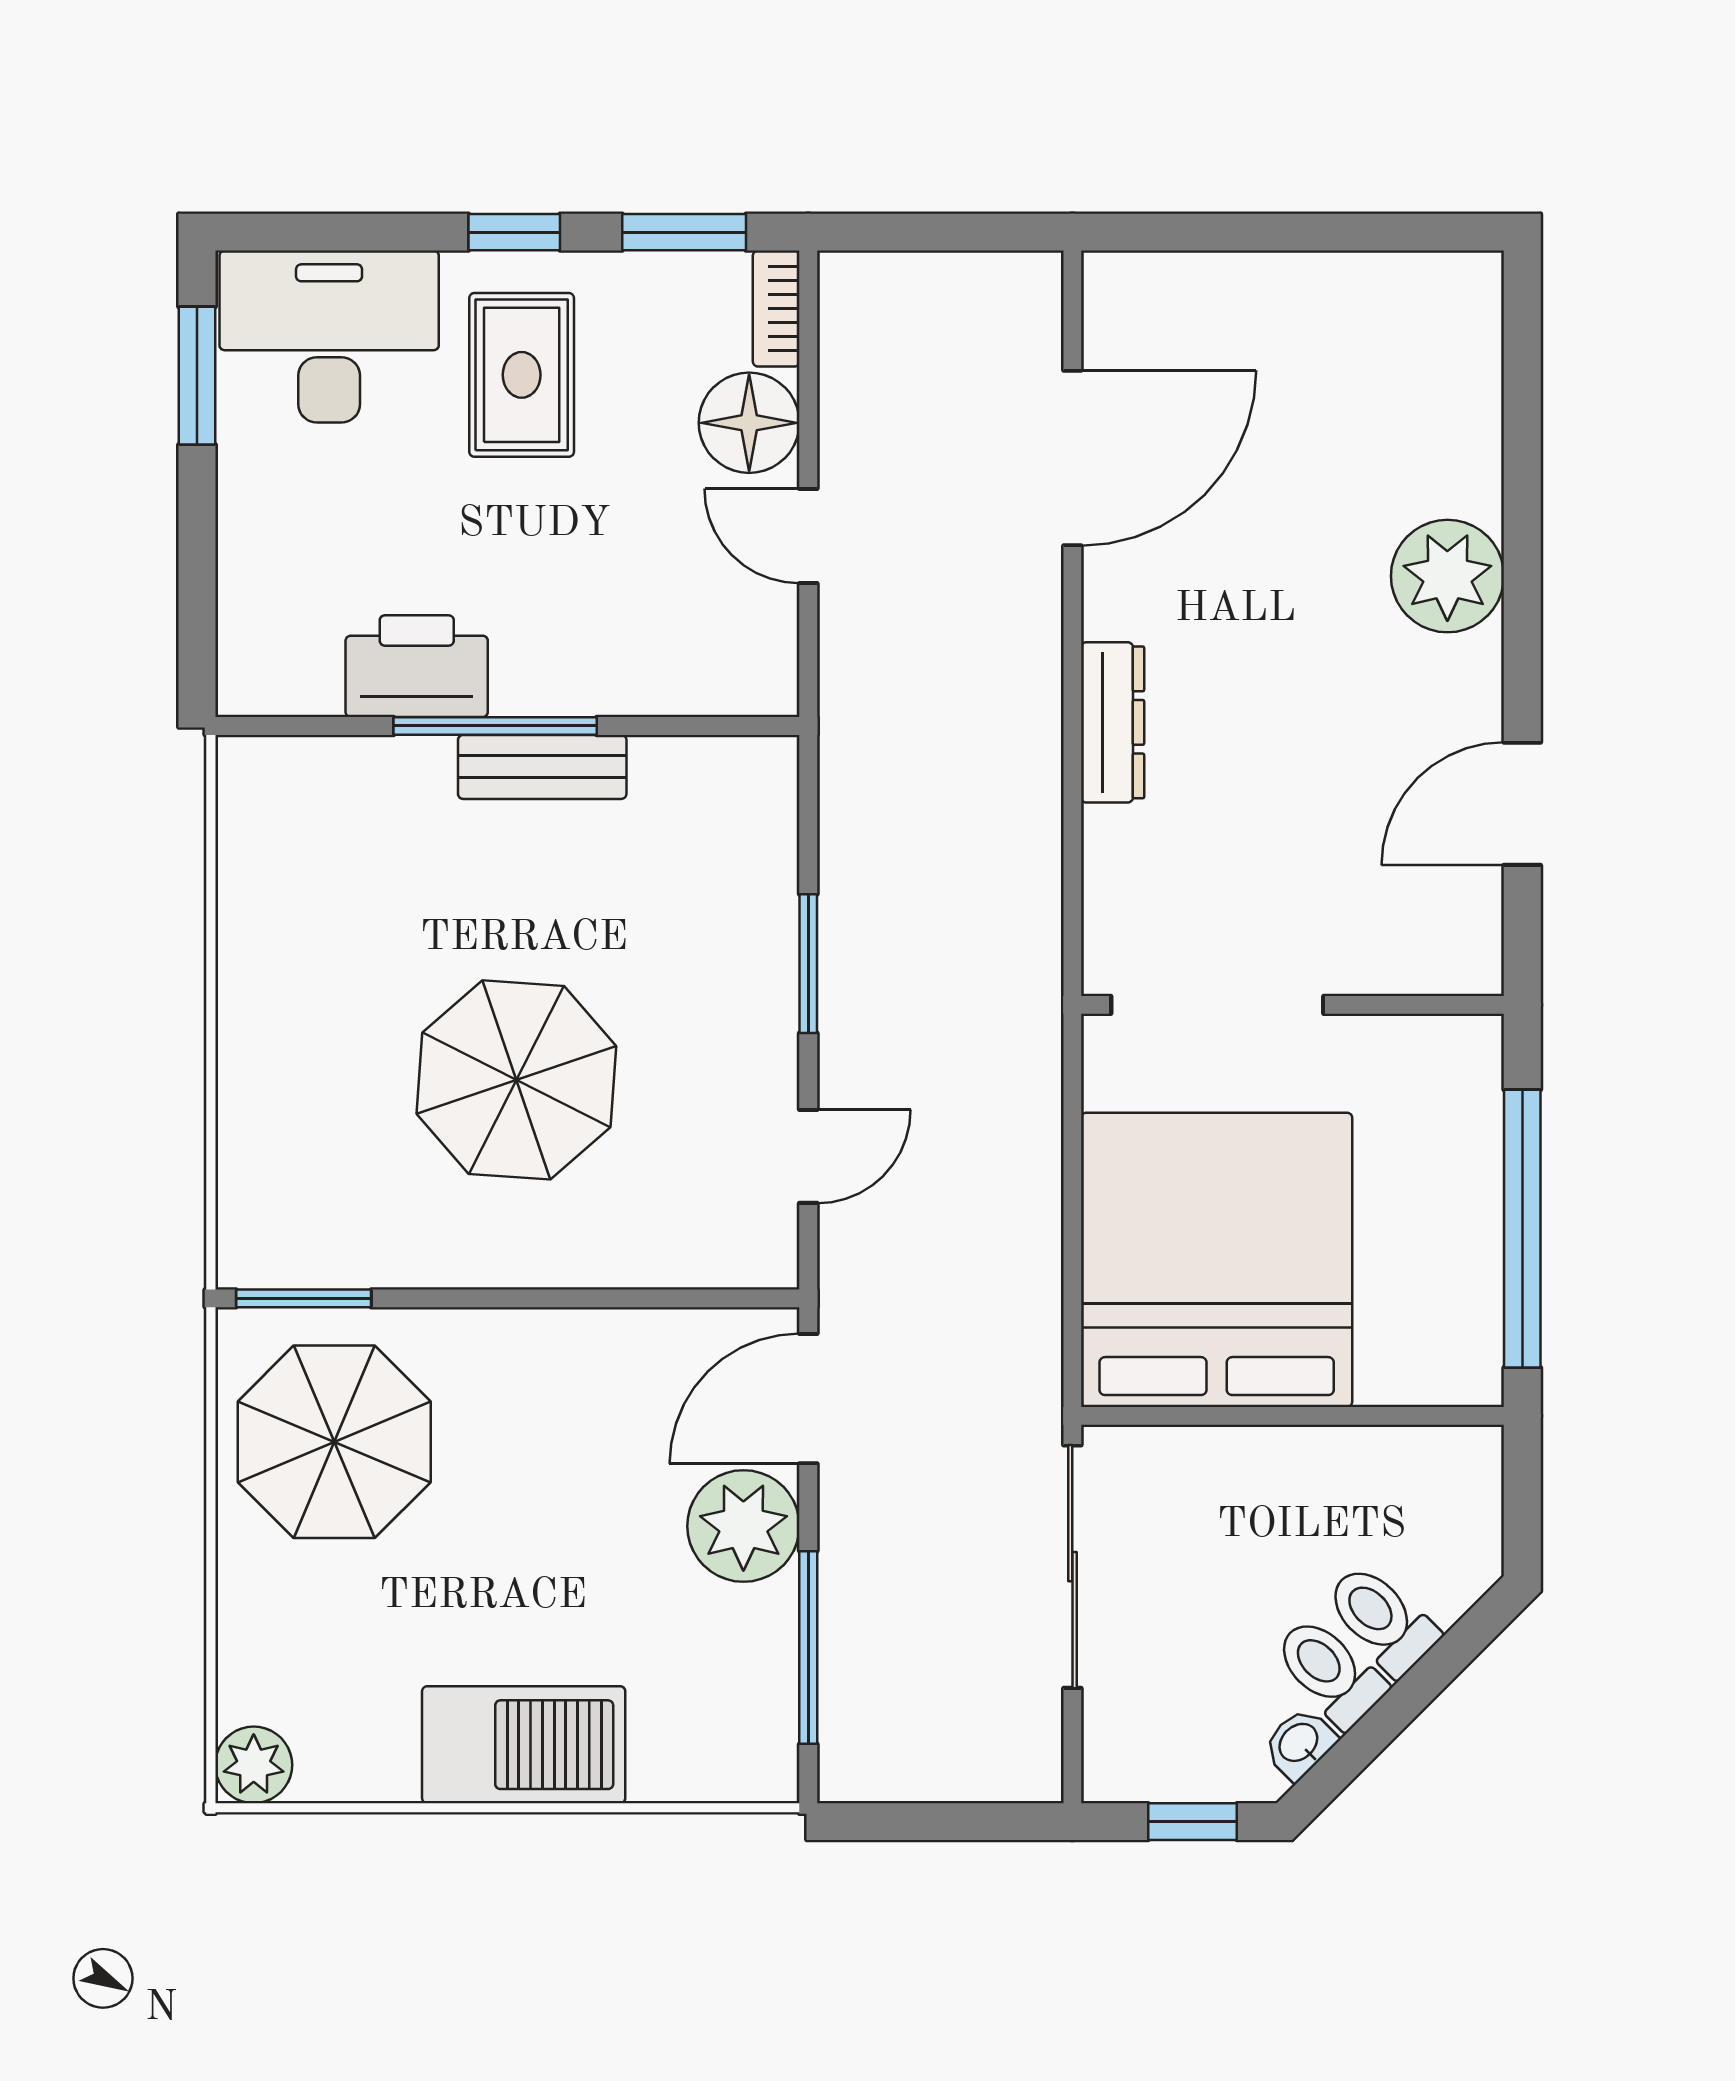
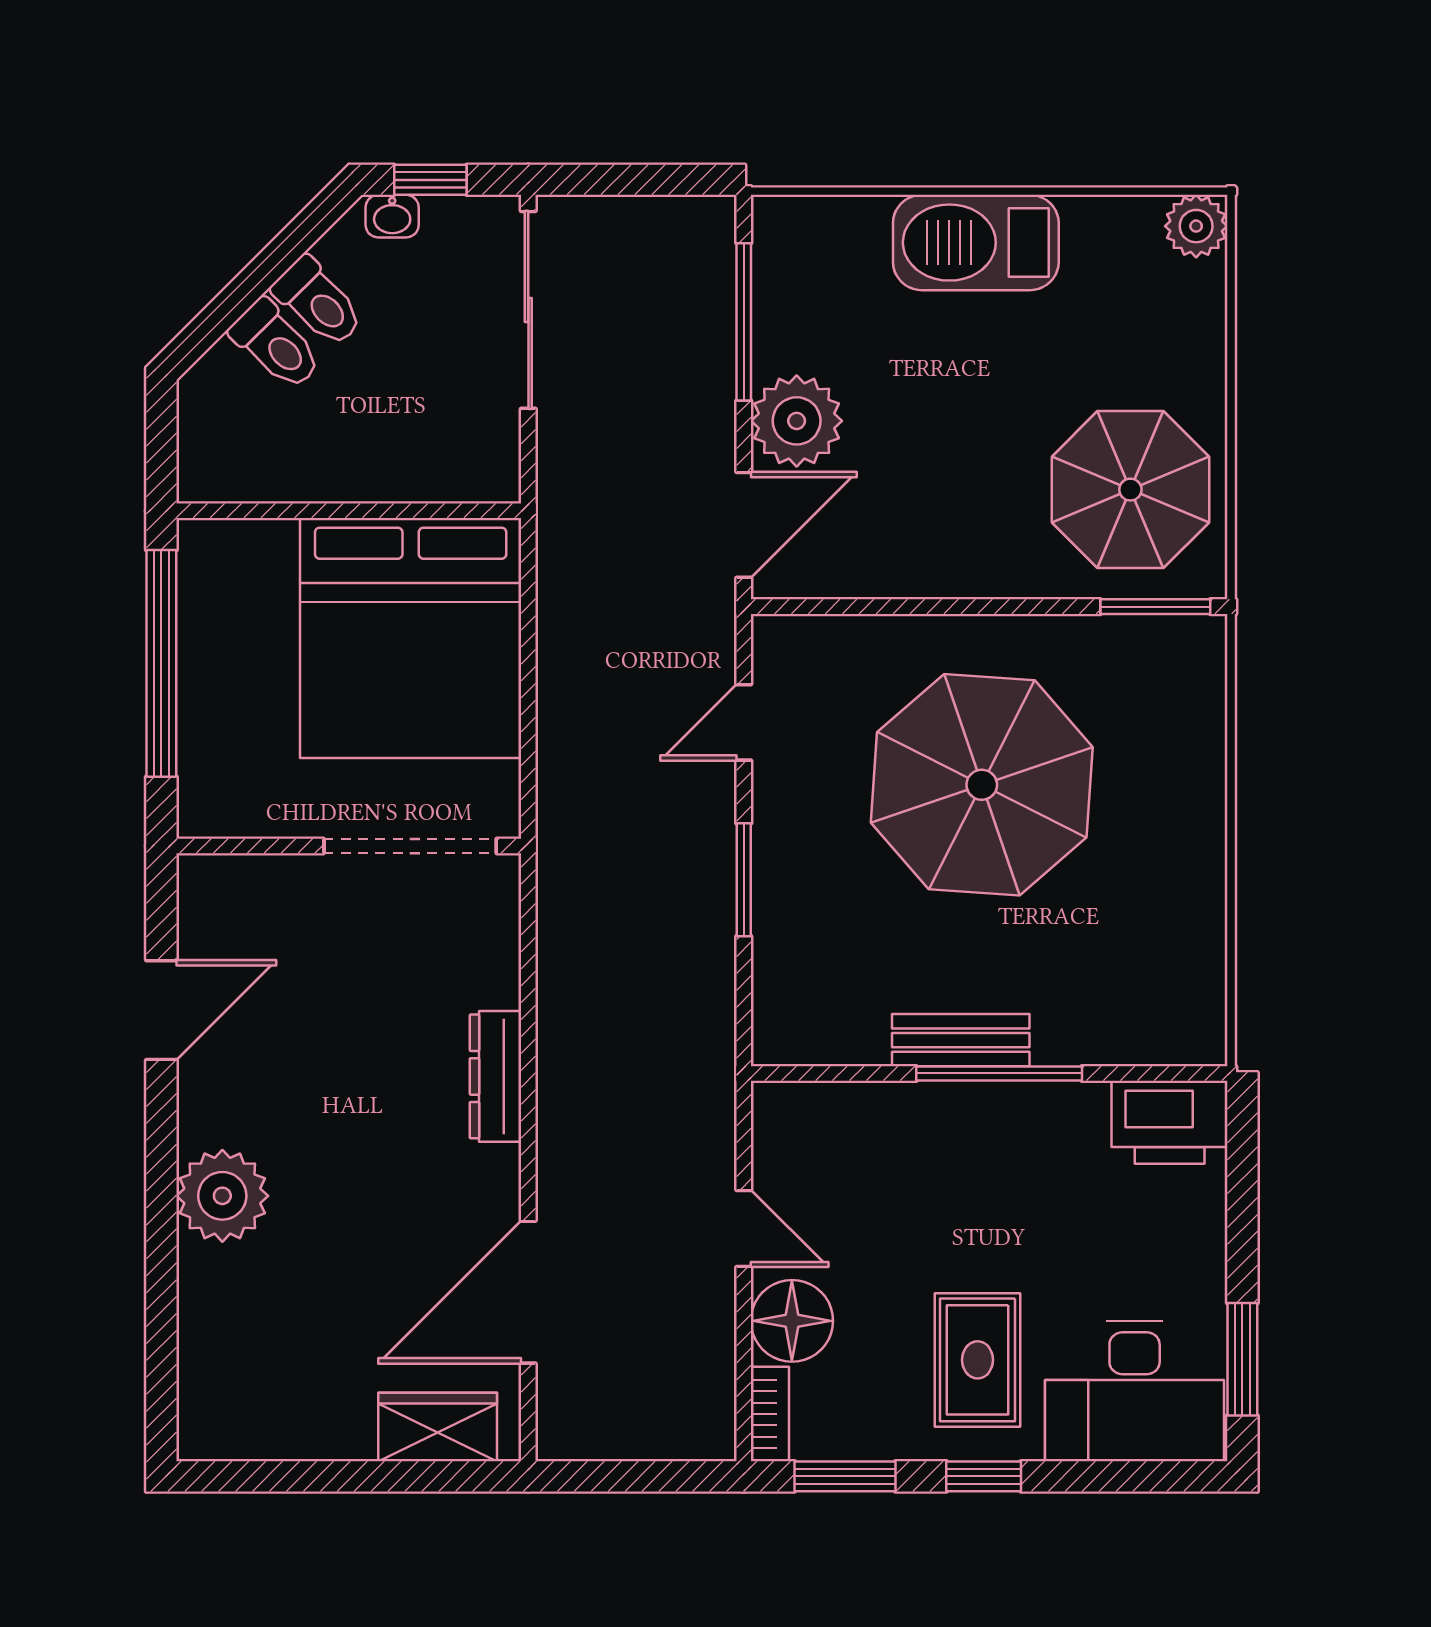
wardrobe: (1183, 293) -> (438, 1427), added
printer: (417, 666) -> (1170, 1122), moved
parasol: (516, 1080) -> (982, 785), width x1.36, depth x1.36
sliding door: (1072, 1567) -> (528, 310), moved
washbasin: (1300, 1744) -> (392, 216), moved, turned 45

